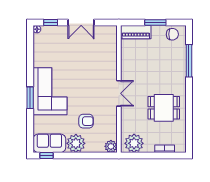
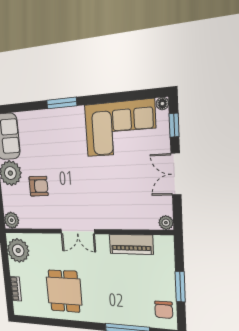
plant: (112, 30) -> (166, 223), added
piano: (136, 32) -> (131, 244), moved, turned -90
corner sofa: (50, 91) -> (120, 128), moved
armchair: (86, 121) -> (39, 186), turned -90

